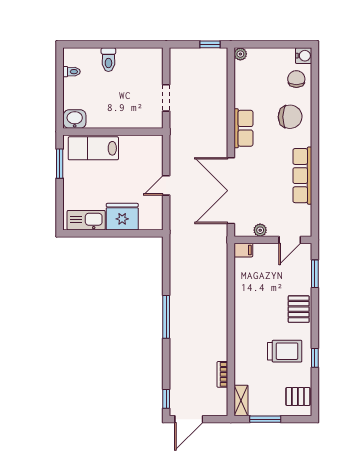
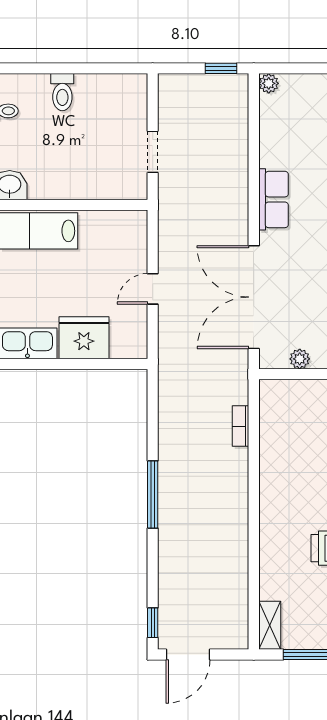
filing cabinet: (243, 250) -> (273, 390), removed
bookcase: (222, 374) -> (241, 426), moved

